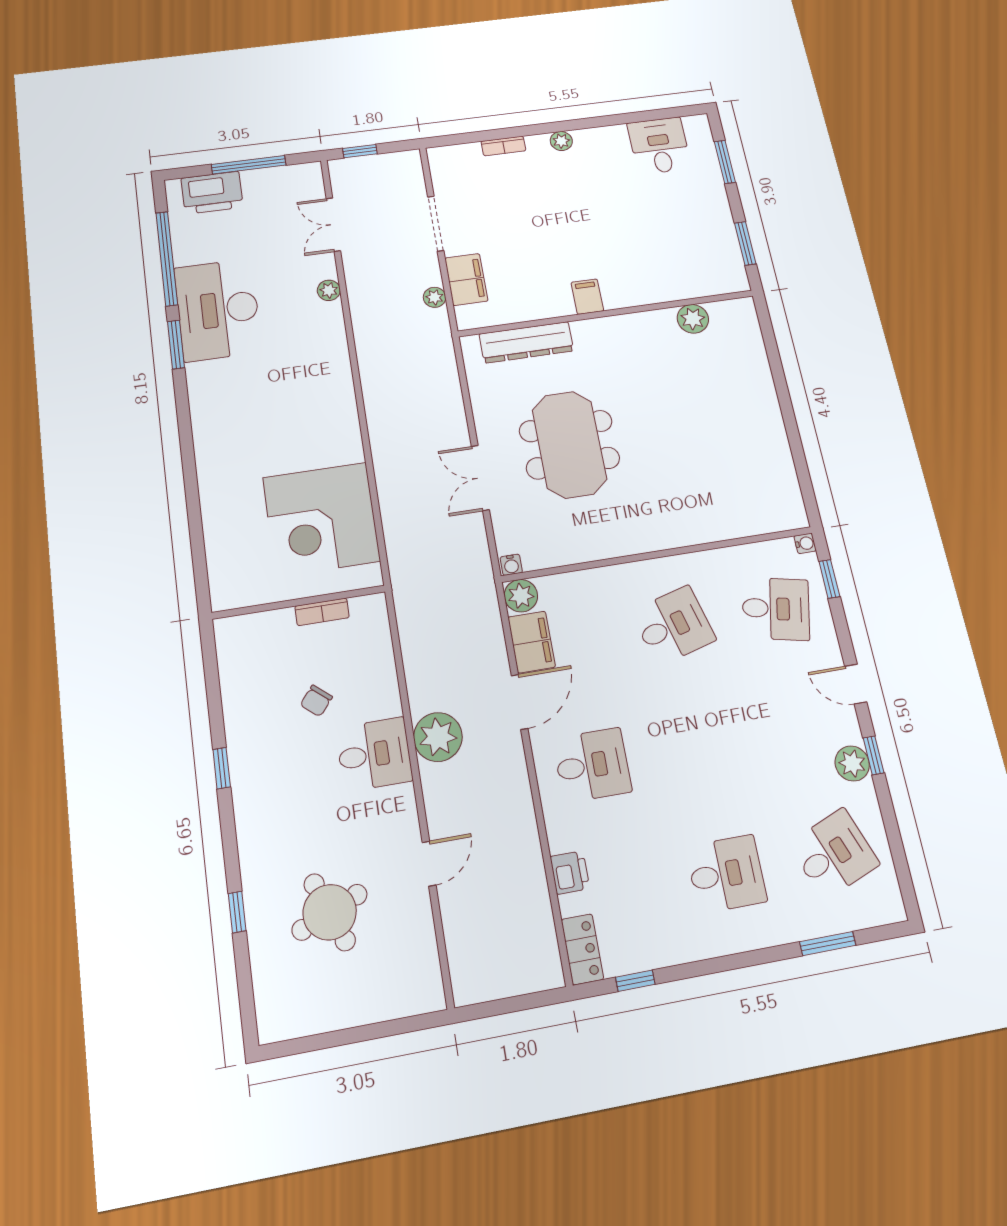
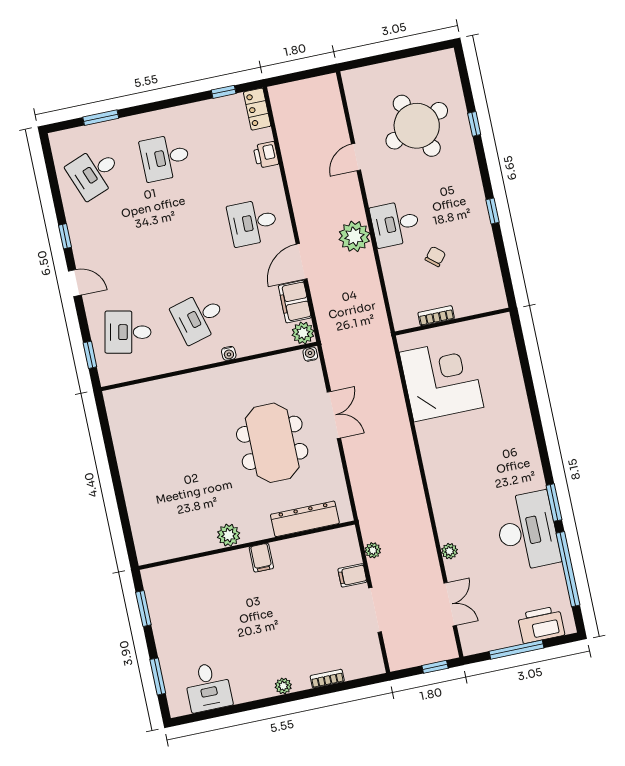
filing cabinet: (466, 279) -> (352, 575), width x0.50
plant: (693, 319) -> (229, 535), moved
water cooler: (805, 543) -> (229, 353), moved, turned -90
plant: (852, 763) -> (80, 230), removed
round table: (330, 912) -> (417, 126), width x1.36, depth x1.36

